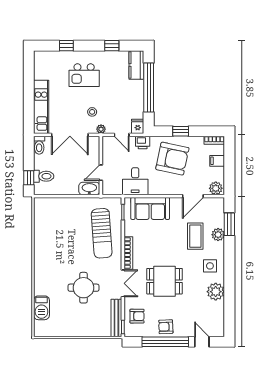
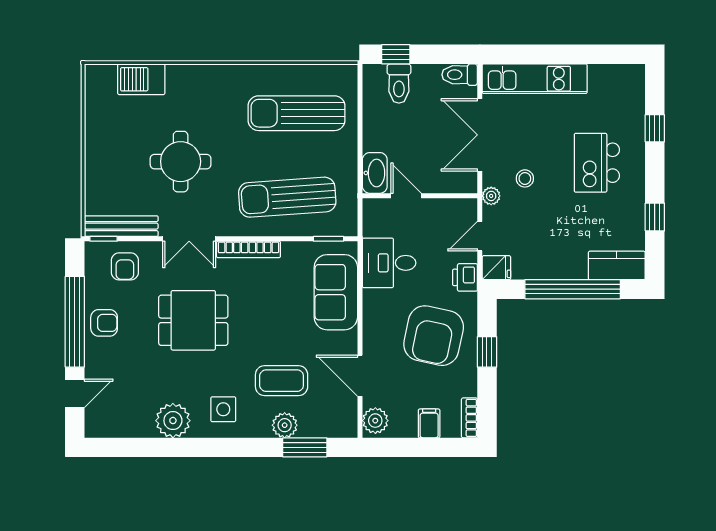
sun lounger: (59, 228) -> (297, 113), added
dining table: (165, 281) -> (193, 320), turned 90
armchair: (166, 327) -> (104, 323), turned 92

